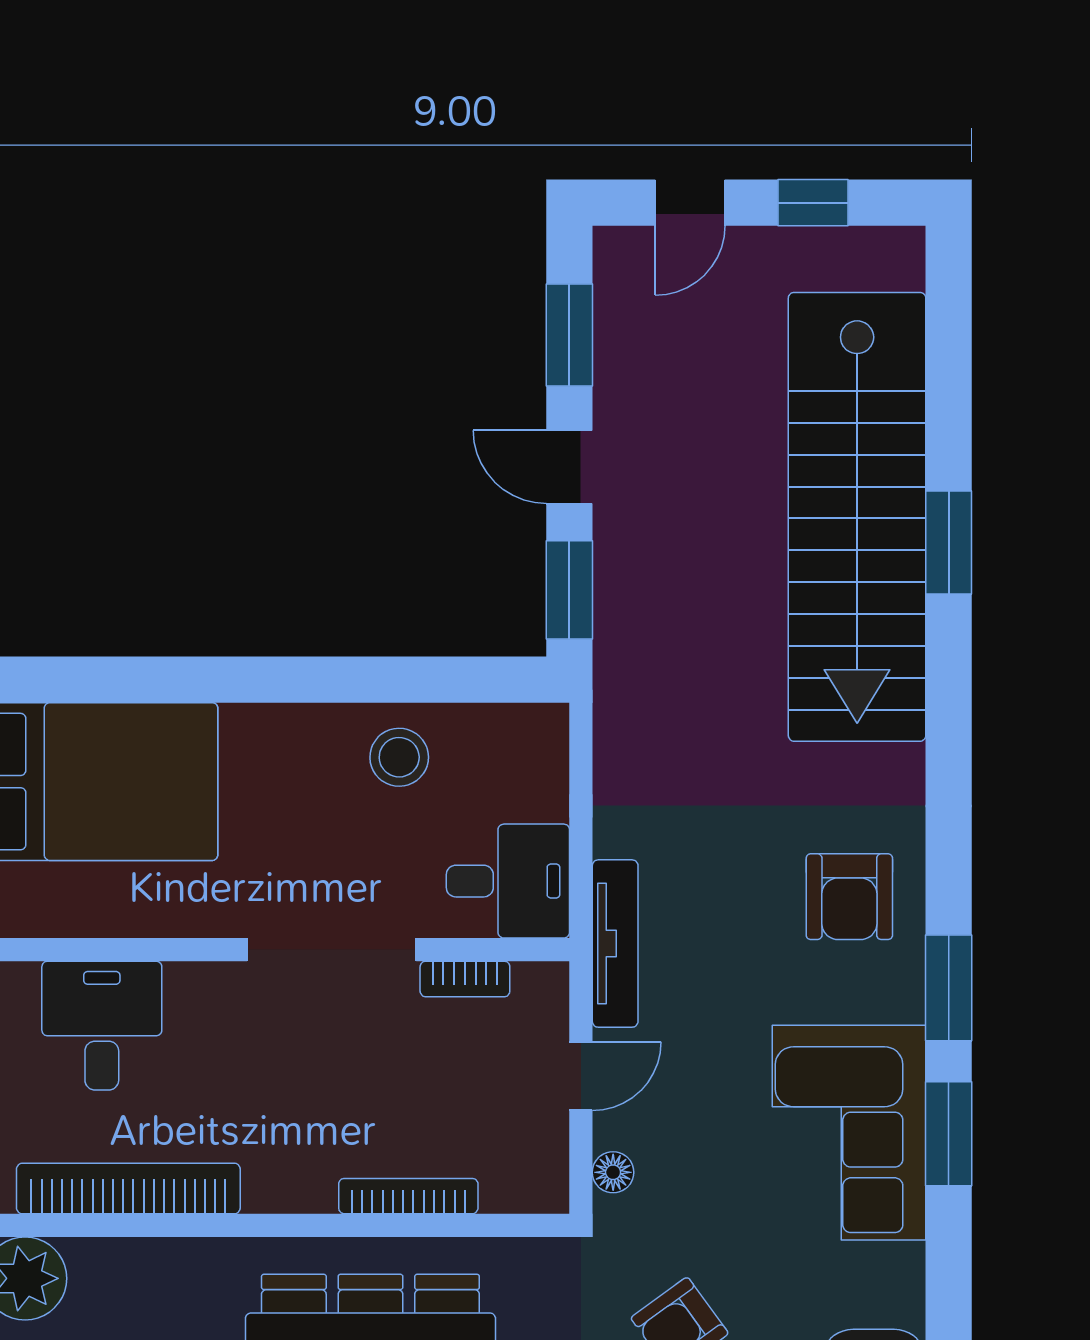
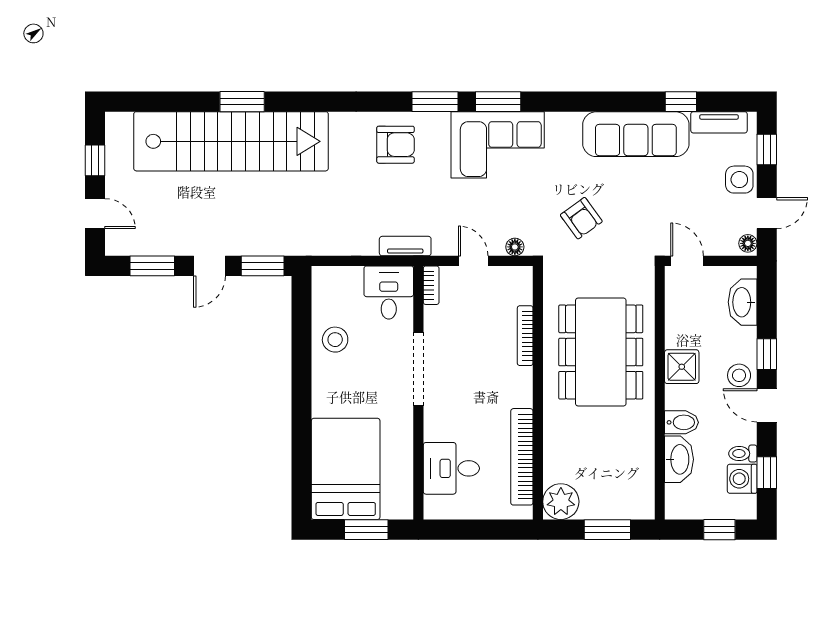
tv unit: (615, 944) -> (405, 246), width x0.71
bookcase: (465, 979) -> (431, 285), moved

